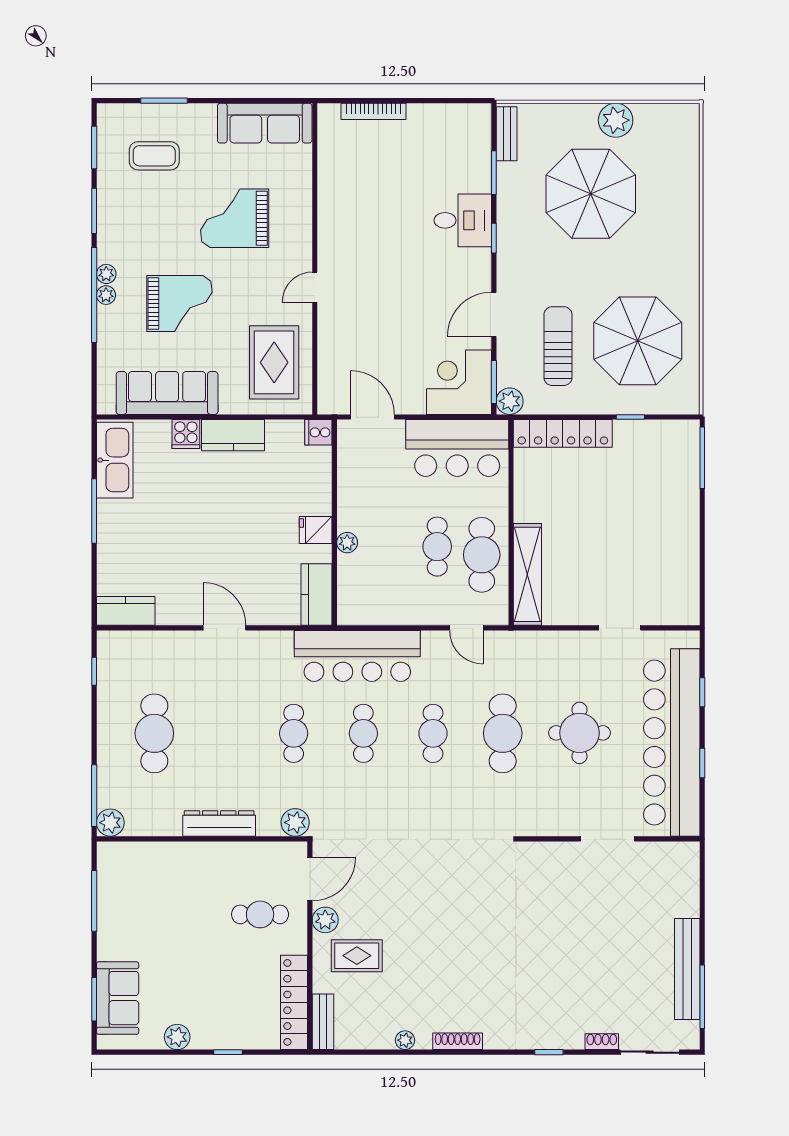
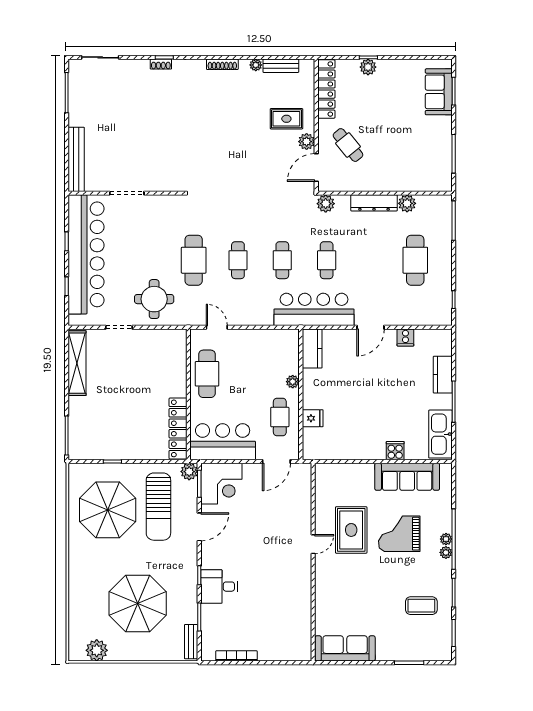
bookcase: (373, 111) -> (236, 656), moved
plant: (616, 120) -> (97, 650), moved
coffee table: (154, 156) -> (421, 606), moved
grand piano: (235, 218) -> (364, 588), removed
sun lounger: (558, 346) -> (158, 507), width x1.36, depth x1.34
rug: (274, 362) -> (351, 530), moved
door: (373, 417) -> (276, 461), hinge flipped
cooker: (318, 432) -> (405, 337), moved, turned 90
locker: (563, 433) -> (178, 428), moved, turned -90
kitchen counter: (233, 435) -> (365, 450), removed
fridge: (316, 530) -> (313, 418), moved
cafe table: (437, 547) -> (280, 417), moved
shelving: (527, 574) -> (77, 363), moved
kitchen counter: (126, 611) -> (443, 375), moved, turned 90
door: (225, 628) -> (371, 327), hinge flipped
bar counter: (357, 656) -> (314, 309), moved
round table: (580, 733) -> (154, 299), moved
plant: (110, 823) -> (407, 203), moved
cafe table: (260, 914) -> (348, 145), turned 51
bench: (687, 969) -> (76, 159), moved
bench: (323, 1022) -> (281, 66), moved, turned 90
plant: (177, 1037) -> (368, 67), moved
shoe rack: (602, 1042) -> (161, 64), moved

